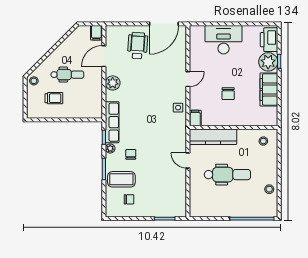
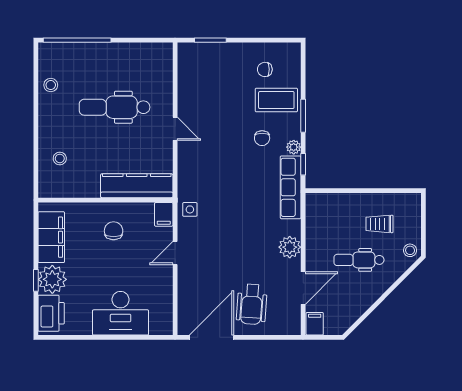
filing cabinet: (195, 118) -> (164, 214), moved
wall: (233, 127) -> (105, 200), moved
kitchen counter: (213, 137) -> (137, 186), moved

